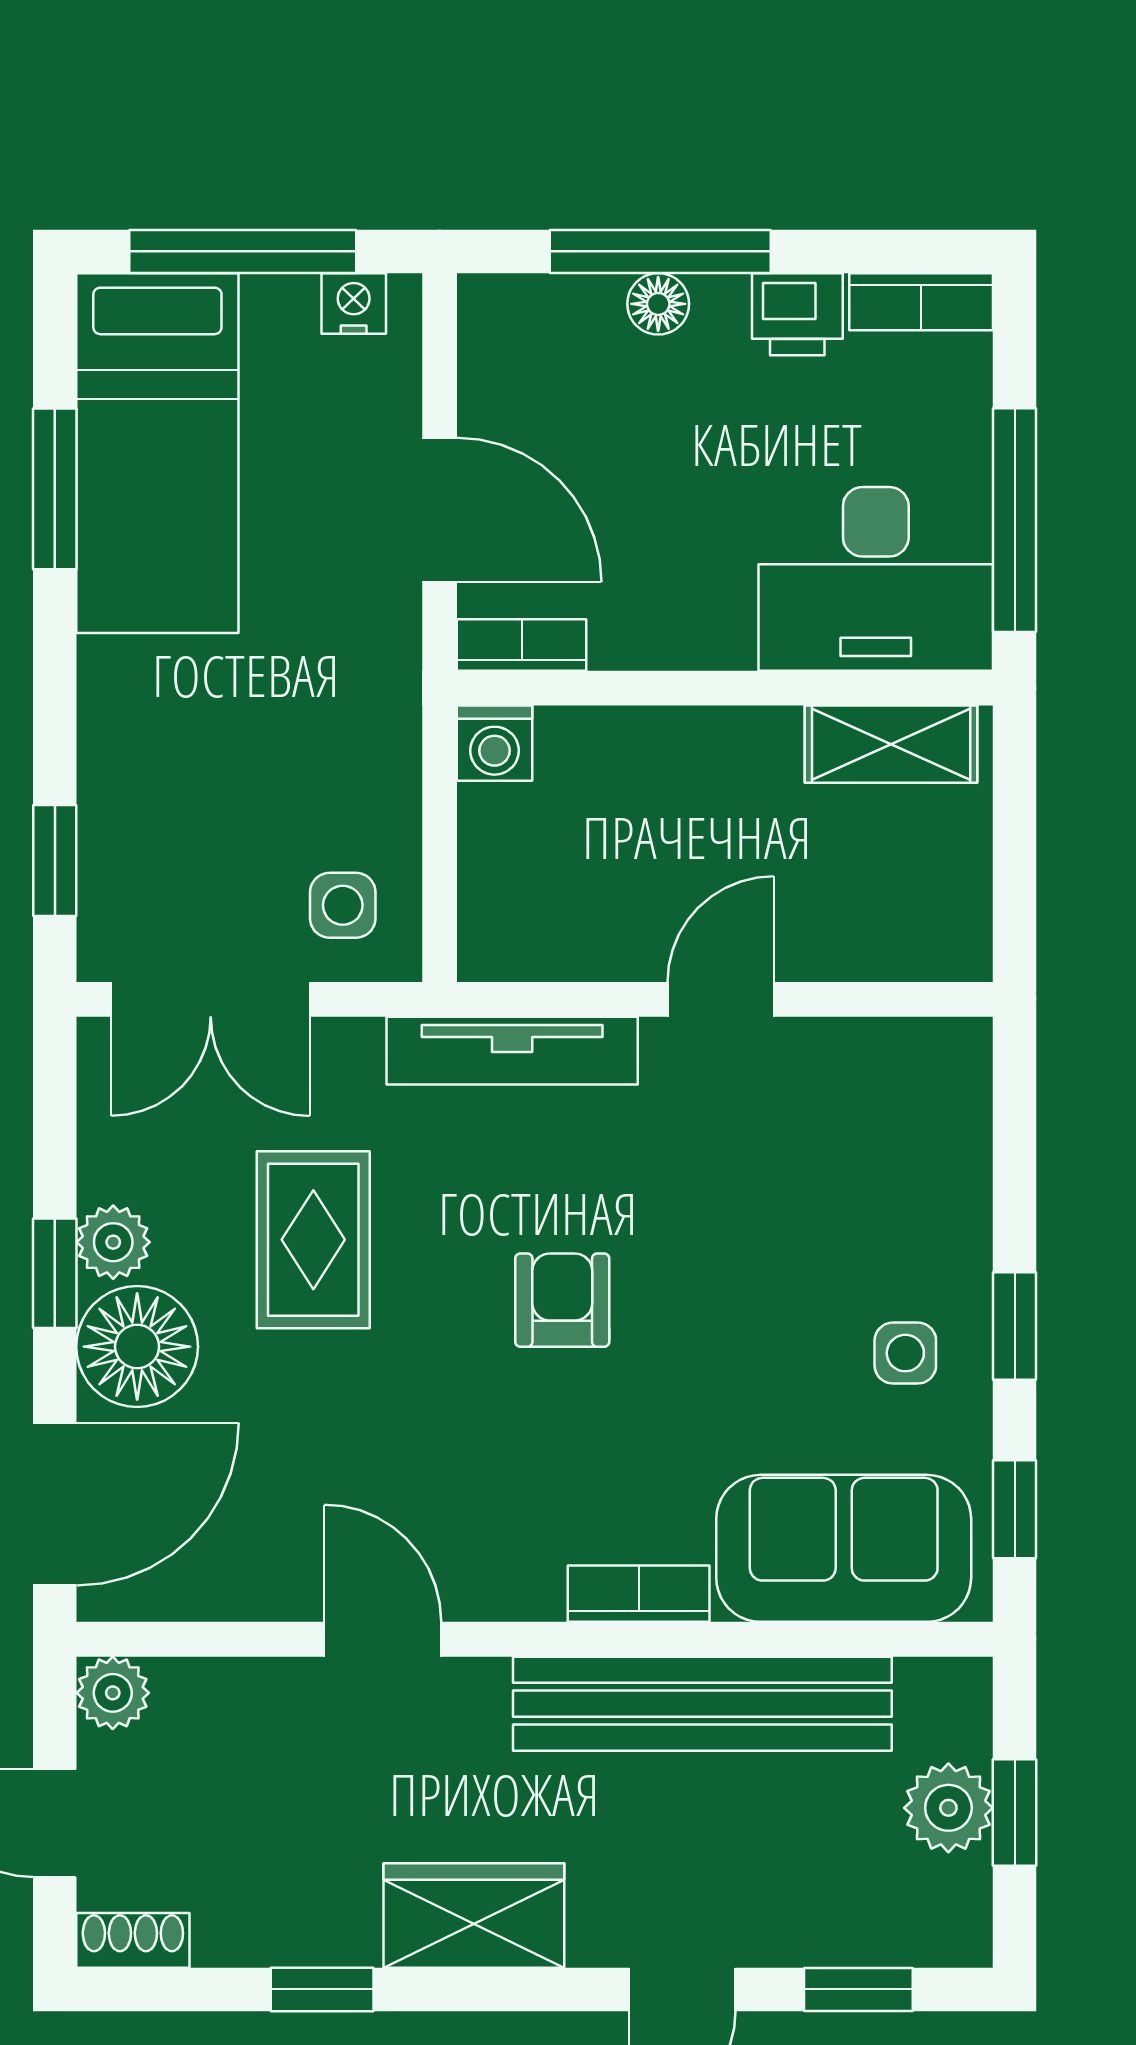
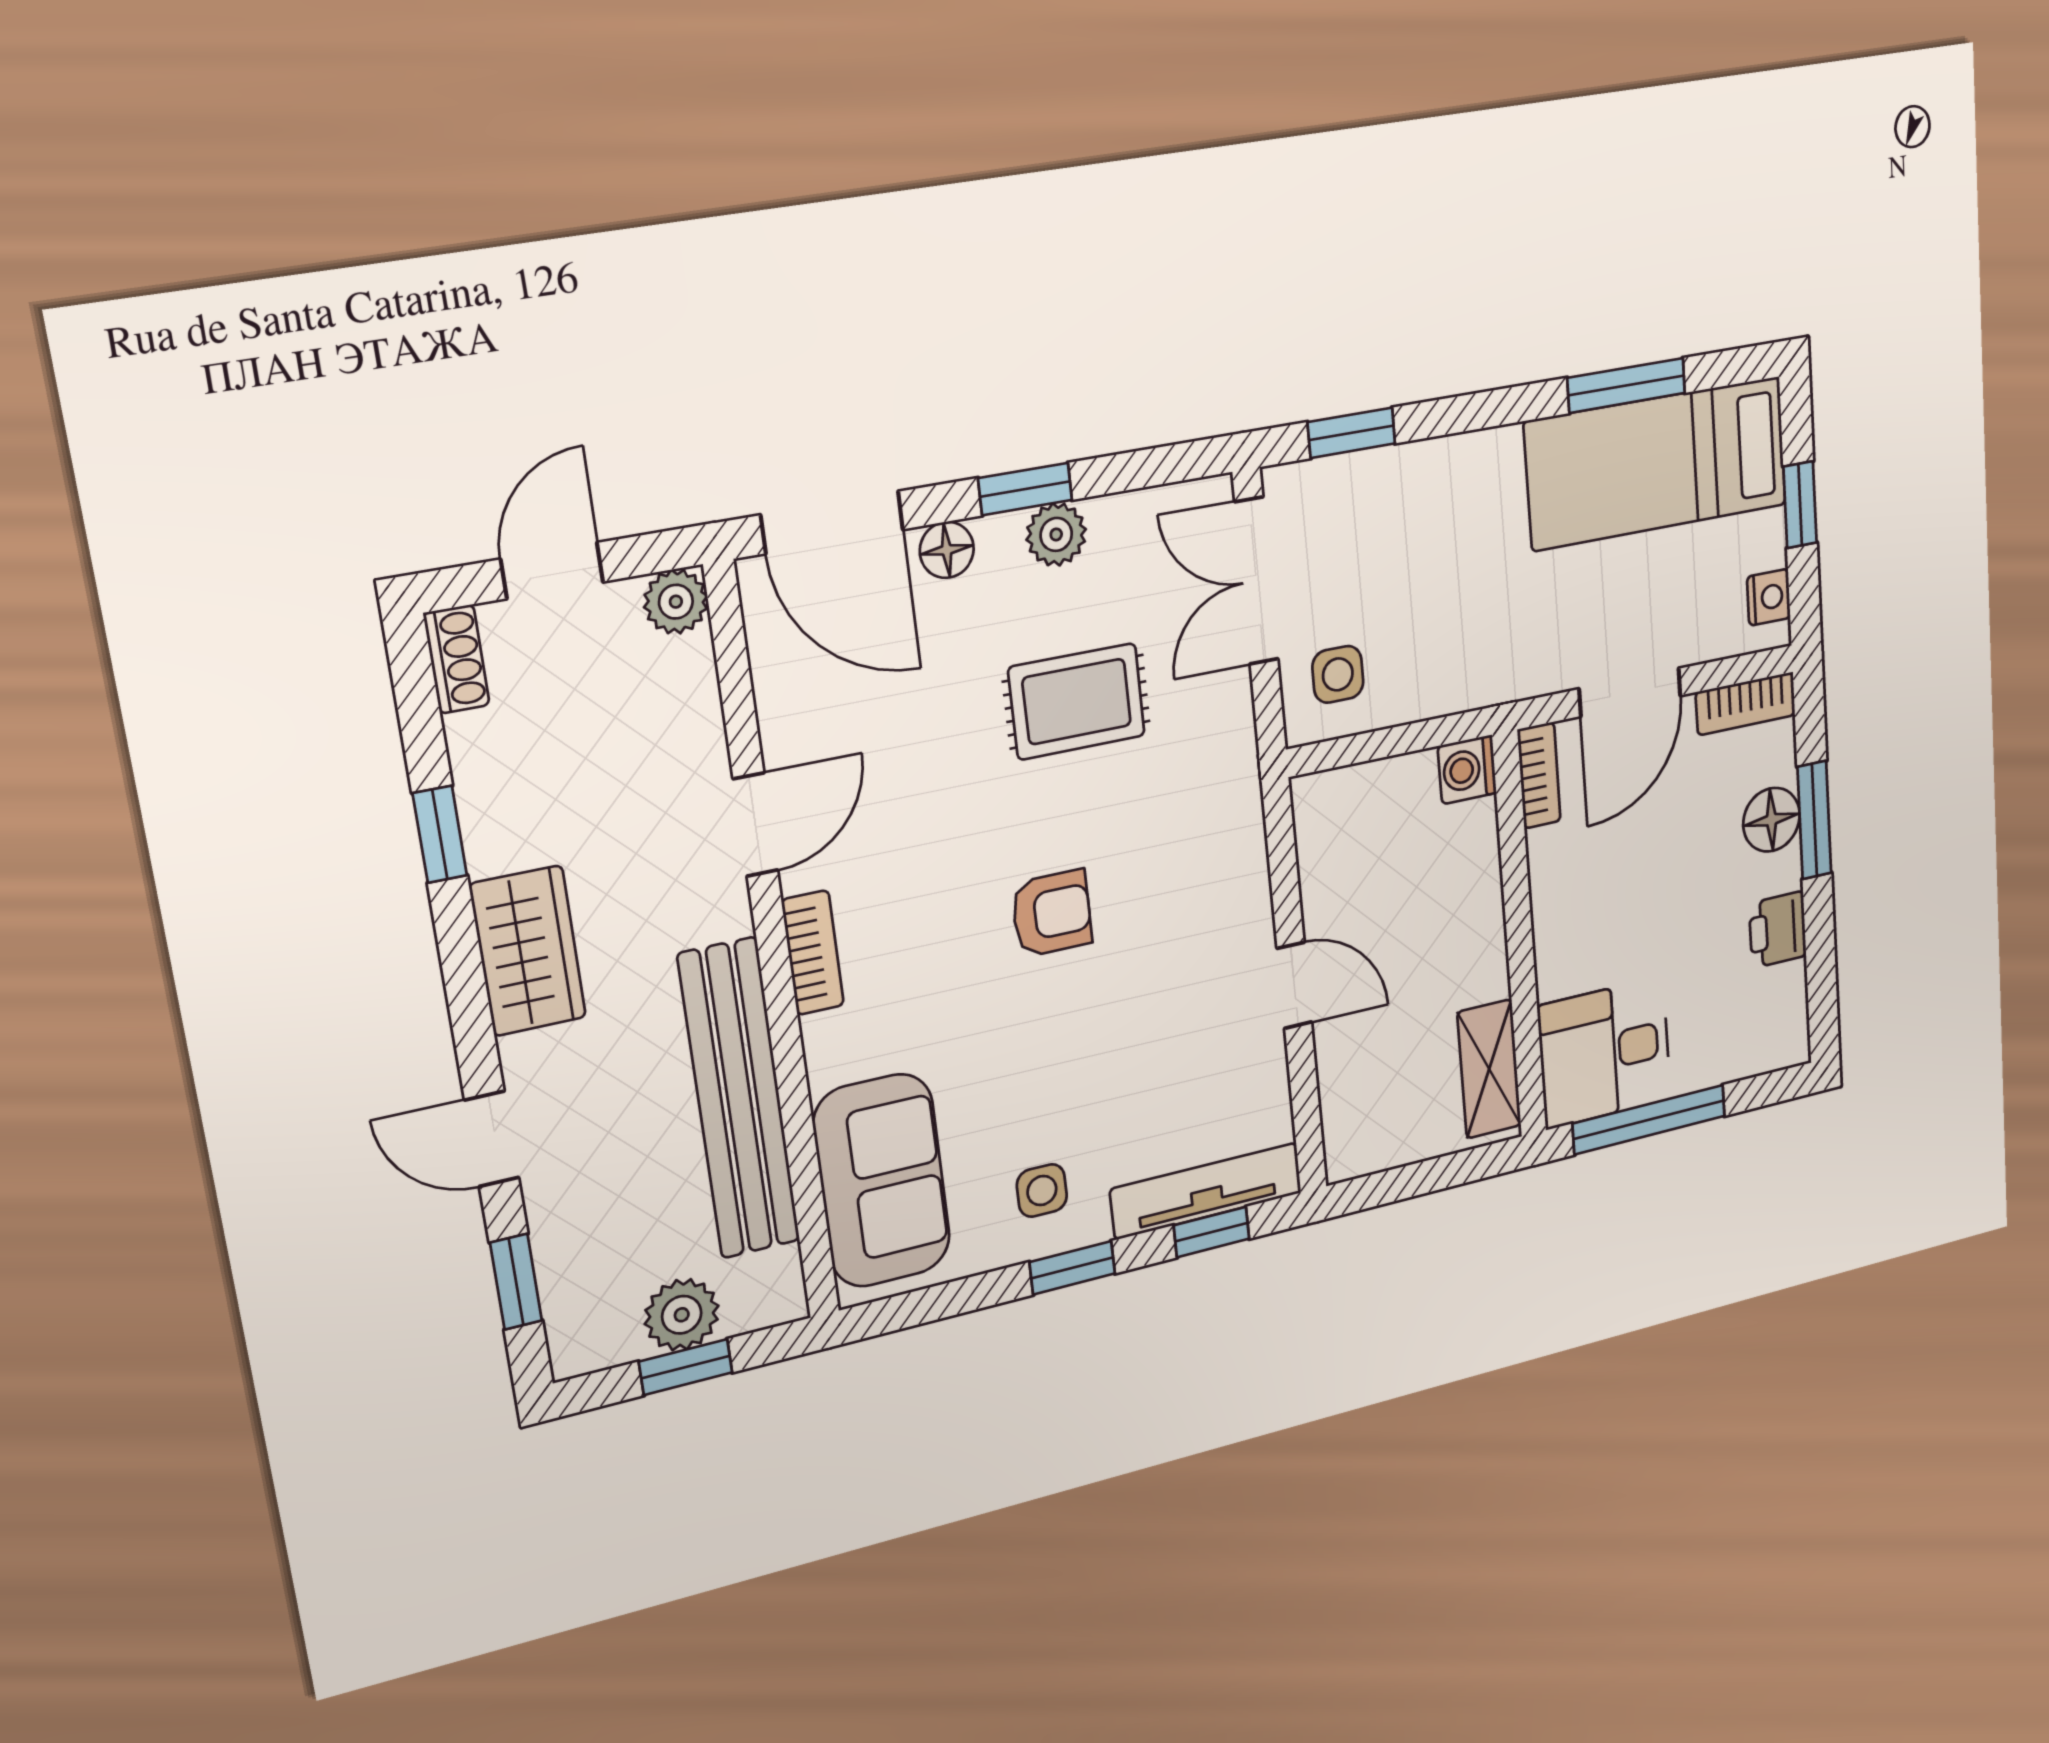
window: (243, 251) -> (1800, 505), width x0.46
window: (660, 251) -> (1814, 820), width x0.69
bookcase: (921, 302) -> (1746, 704), moved, turned -90
floor lamp: (658, 304) -> (1771, 820), width x1.37, depth x1.37
desk: (876, 579) -> (1605, 1053), width x0.73
tv unit: (512, 1051) -> (1206, 1191), moved, turned 90
floor lamp: (137, 1347) -> (947, 550), width x0.53, depth x0.53
window: (1015, 1509) -> (1212, 1232), moved
bookcase: (639, 1594) -> (813, 953), moved

